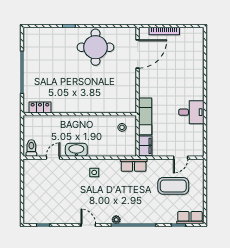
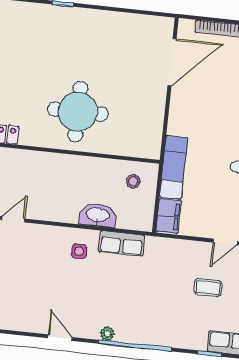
round table: (95, 47) -> (78, 112), moved
washbasin: (76, 150) -> (98, 215), moved
row of seats: (134, 165) -> (122, 243), moved
coffee table: (173, 186) -> (208, 288), width x0.54, depth x0.58

